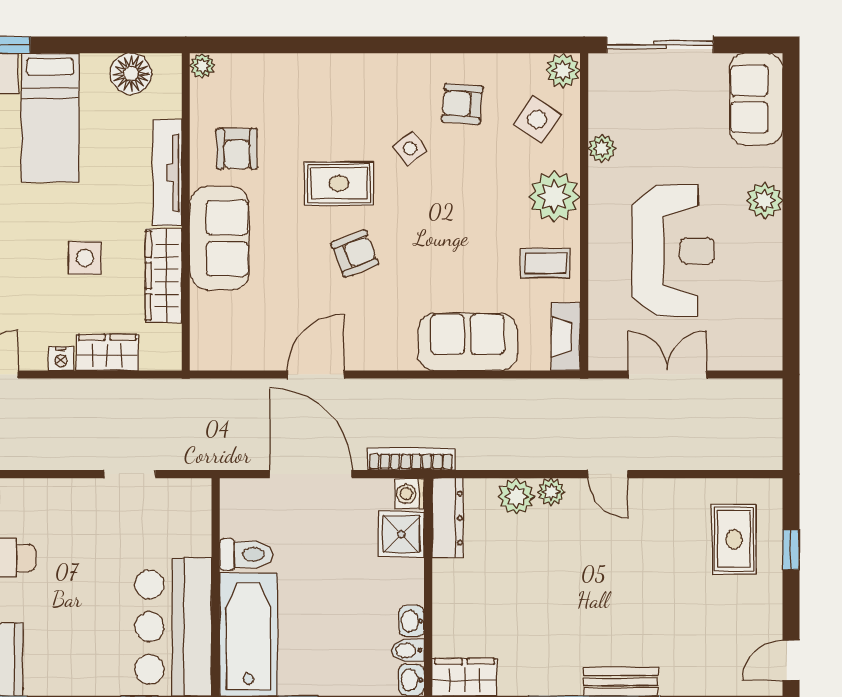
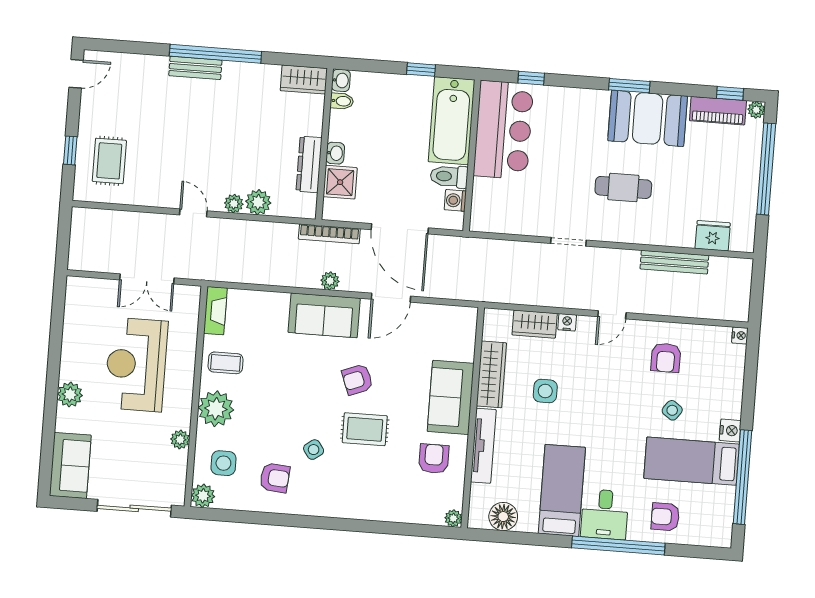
side table: (537, 119) -> (223, 463), turned -35
sofa: (467, 342) -> (324, 315), moved
plant: (405, 392) -> (330, 281), added
doorway: (130, 474) -> (569, 242), moved
washing machine: (409, 494) -> (455, 200), moved, turned 180
dresser: (448, 518) -> (309, 164), moved
washbasin: (412, 621) -> (335, 153), moved

